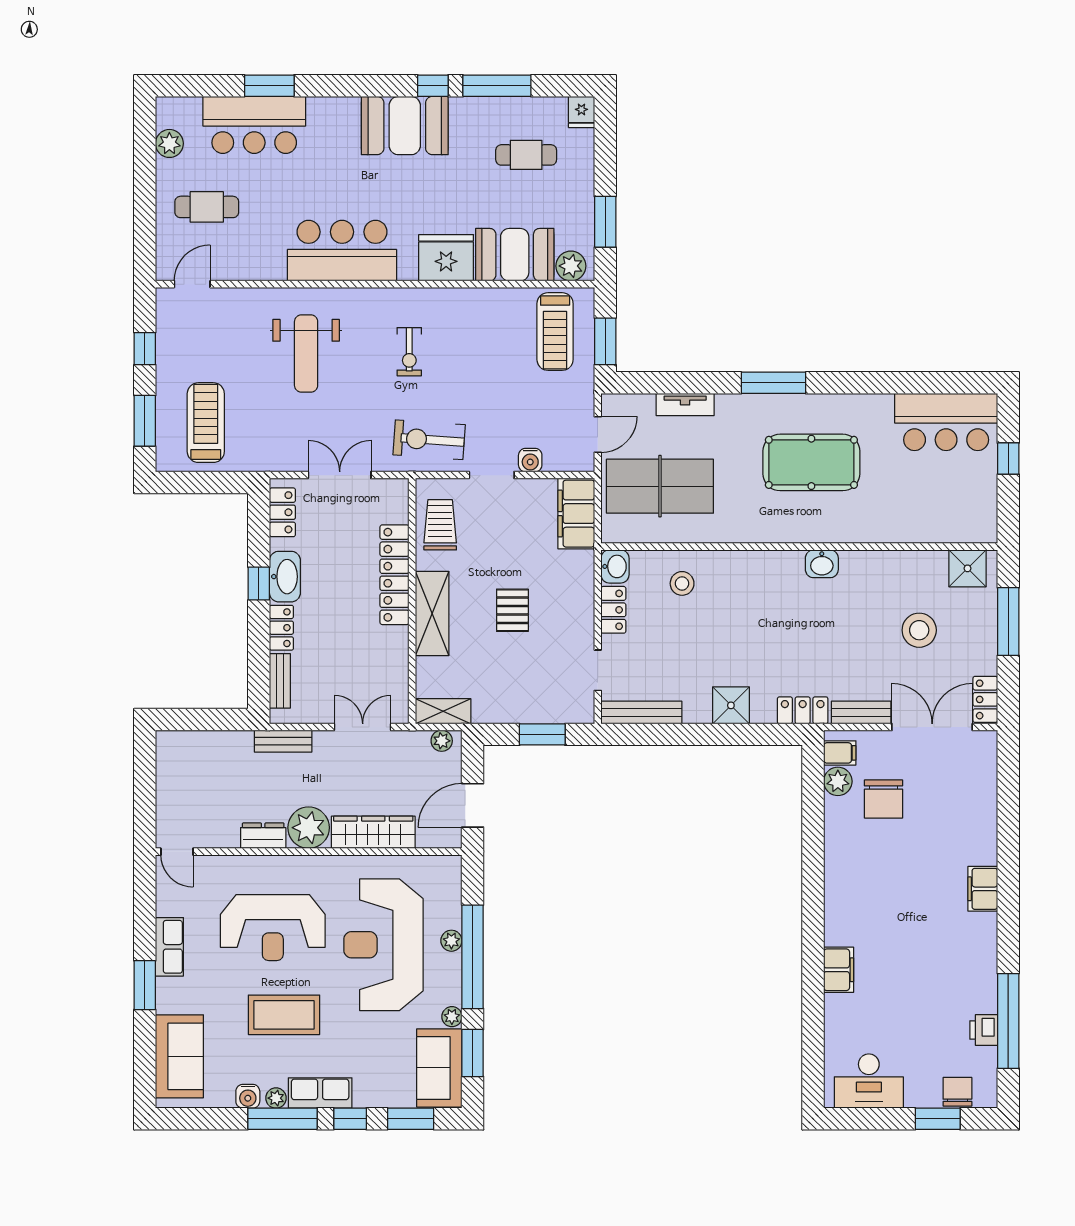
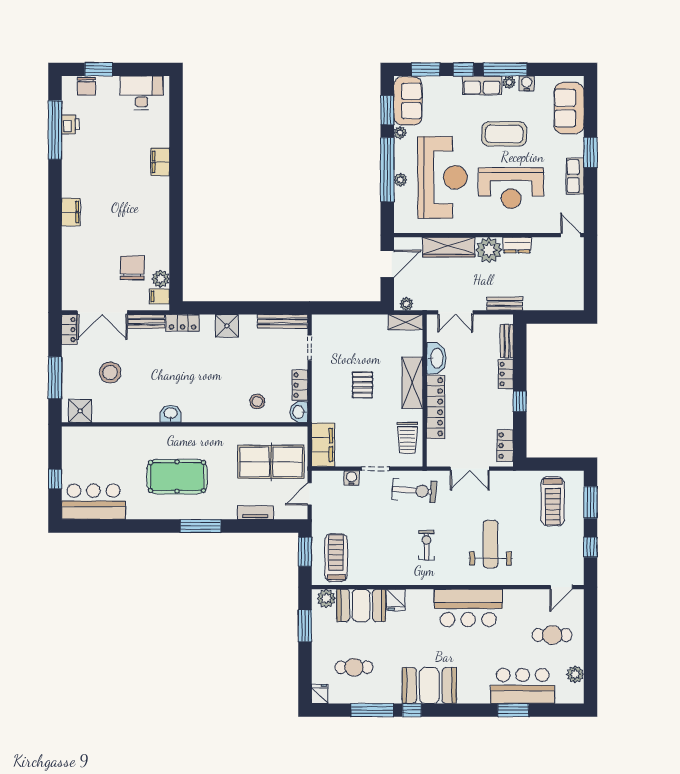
fridge: (446, 258) -> (396, 600), width x0.53, depth x0.75
washbasin: (285, 577) -> (436, 358), moved, turned 180
window: (542, 734) -> (344, 308), removed
reception desk: (273, 928) -> (511, 188), turned 180

